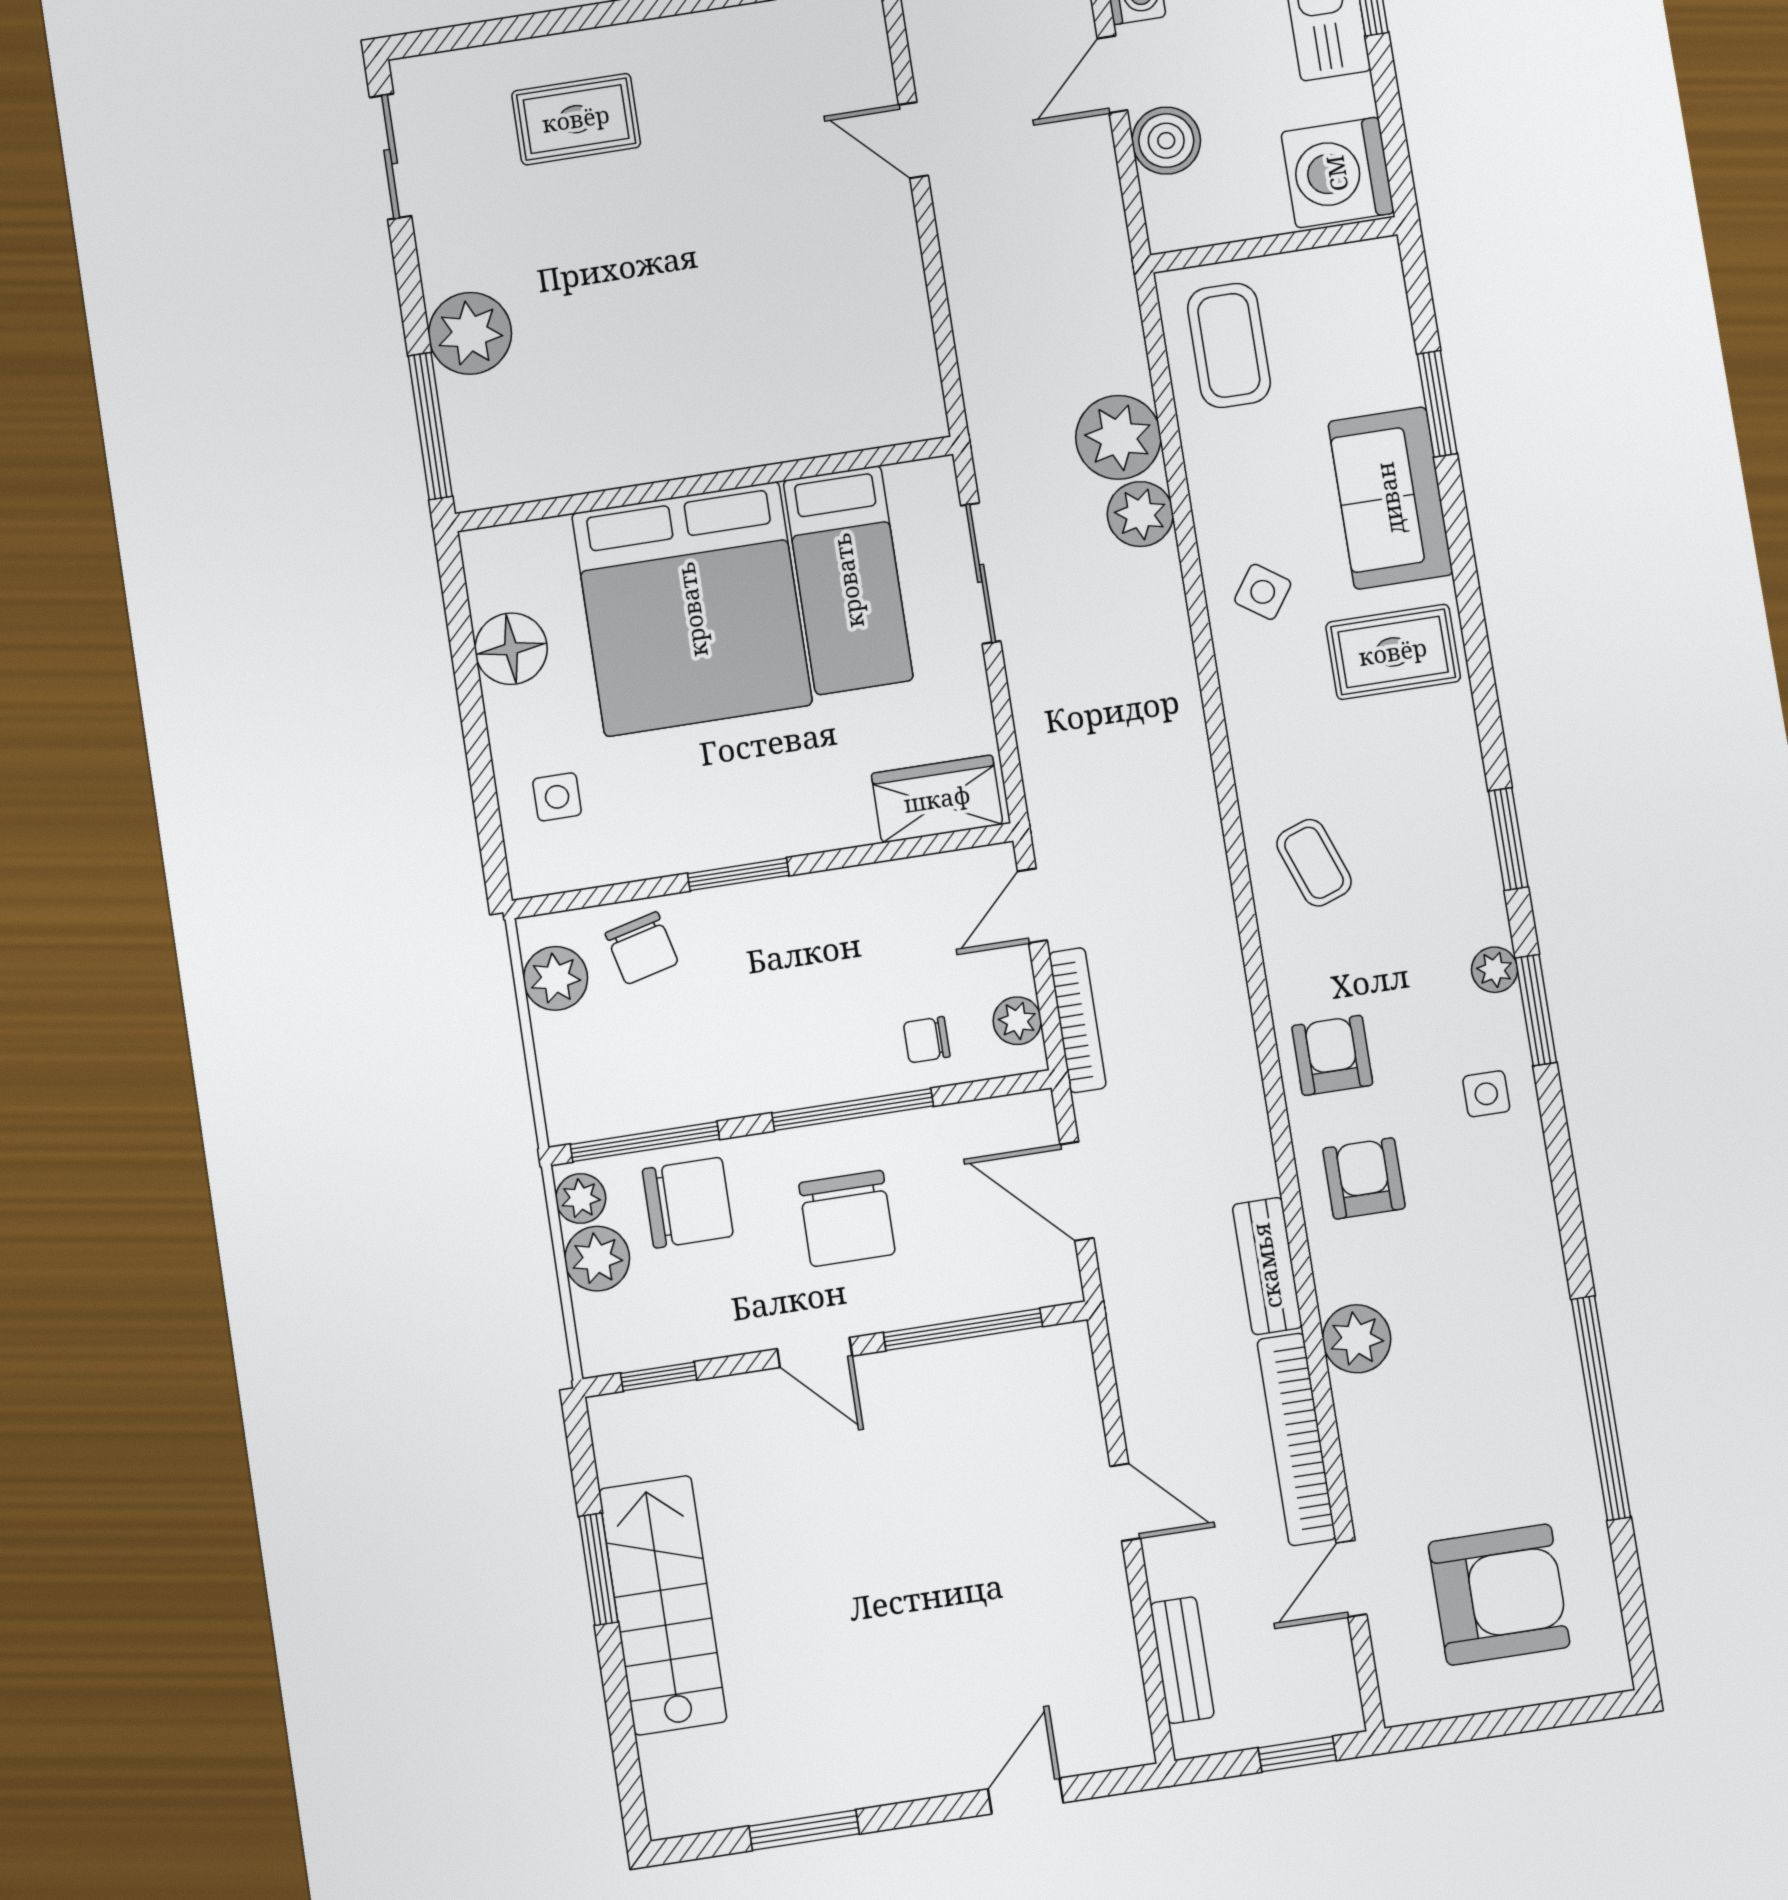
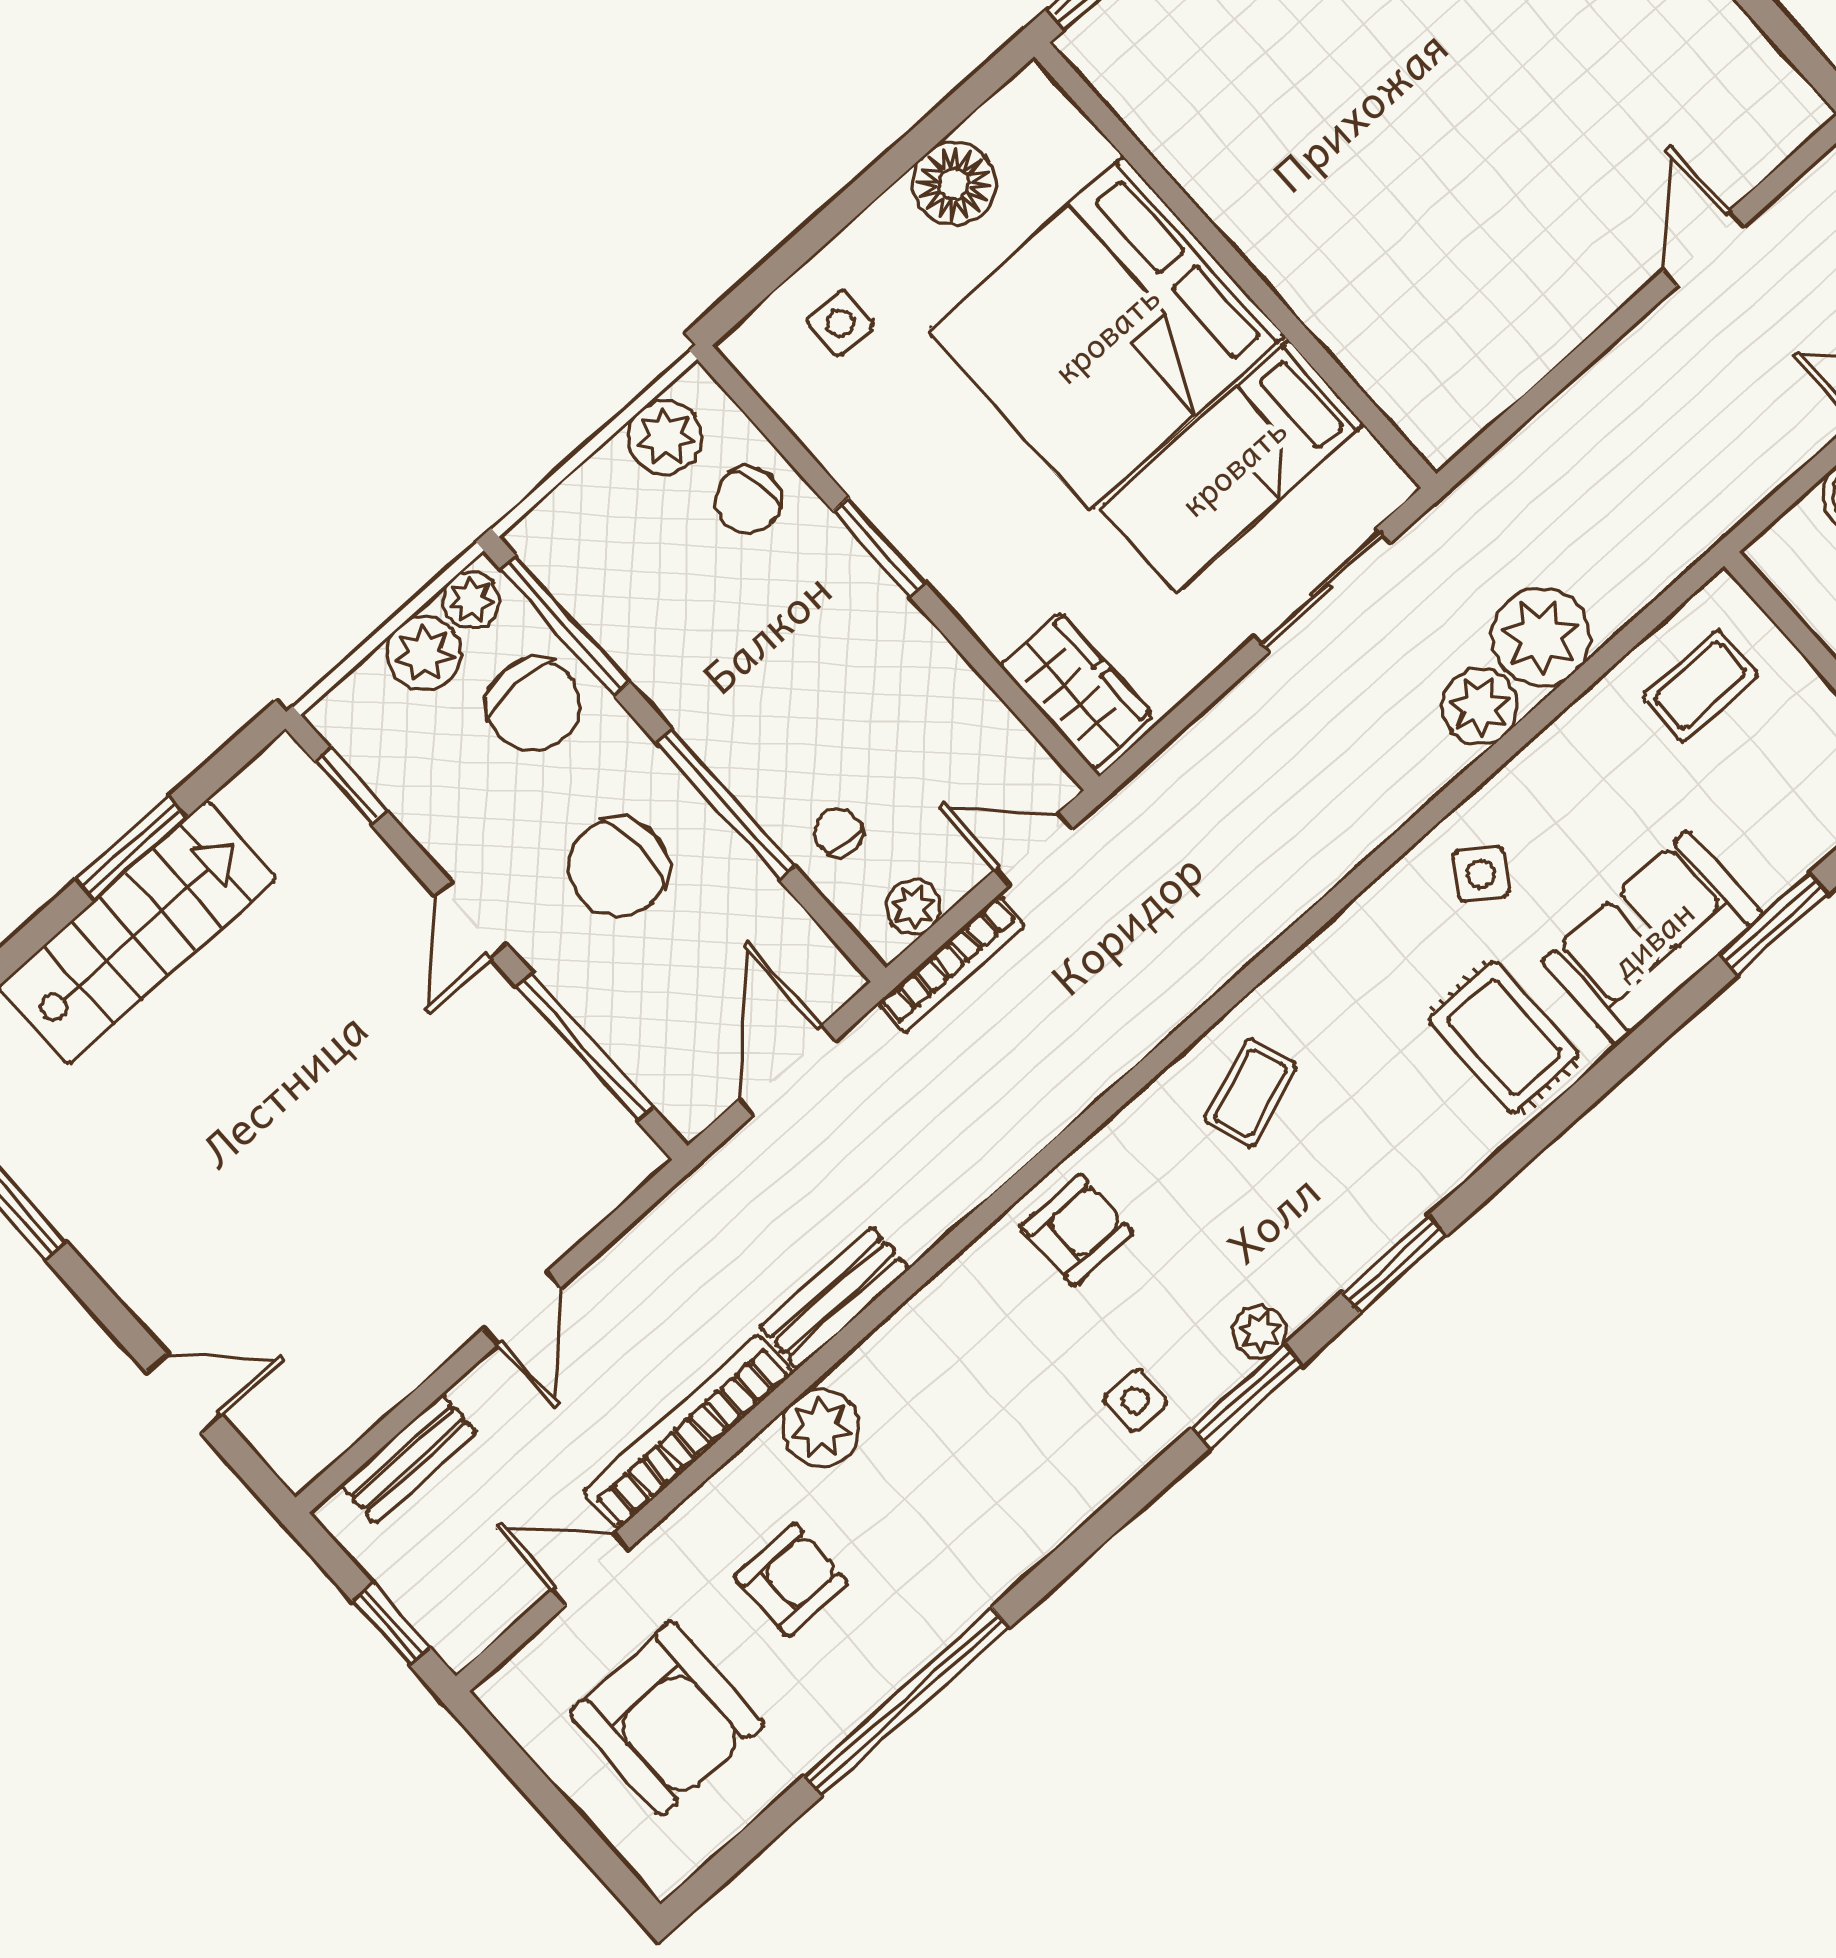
coffee table: (1229, 345) -> (1700, 686), width x0.73, depth x0.77
armchair: (1364, 1178) -> (791, 1580), moved

